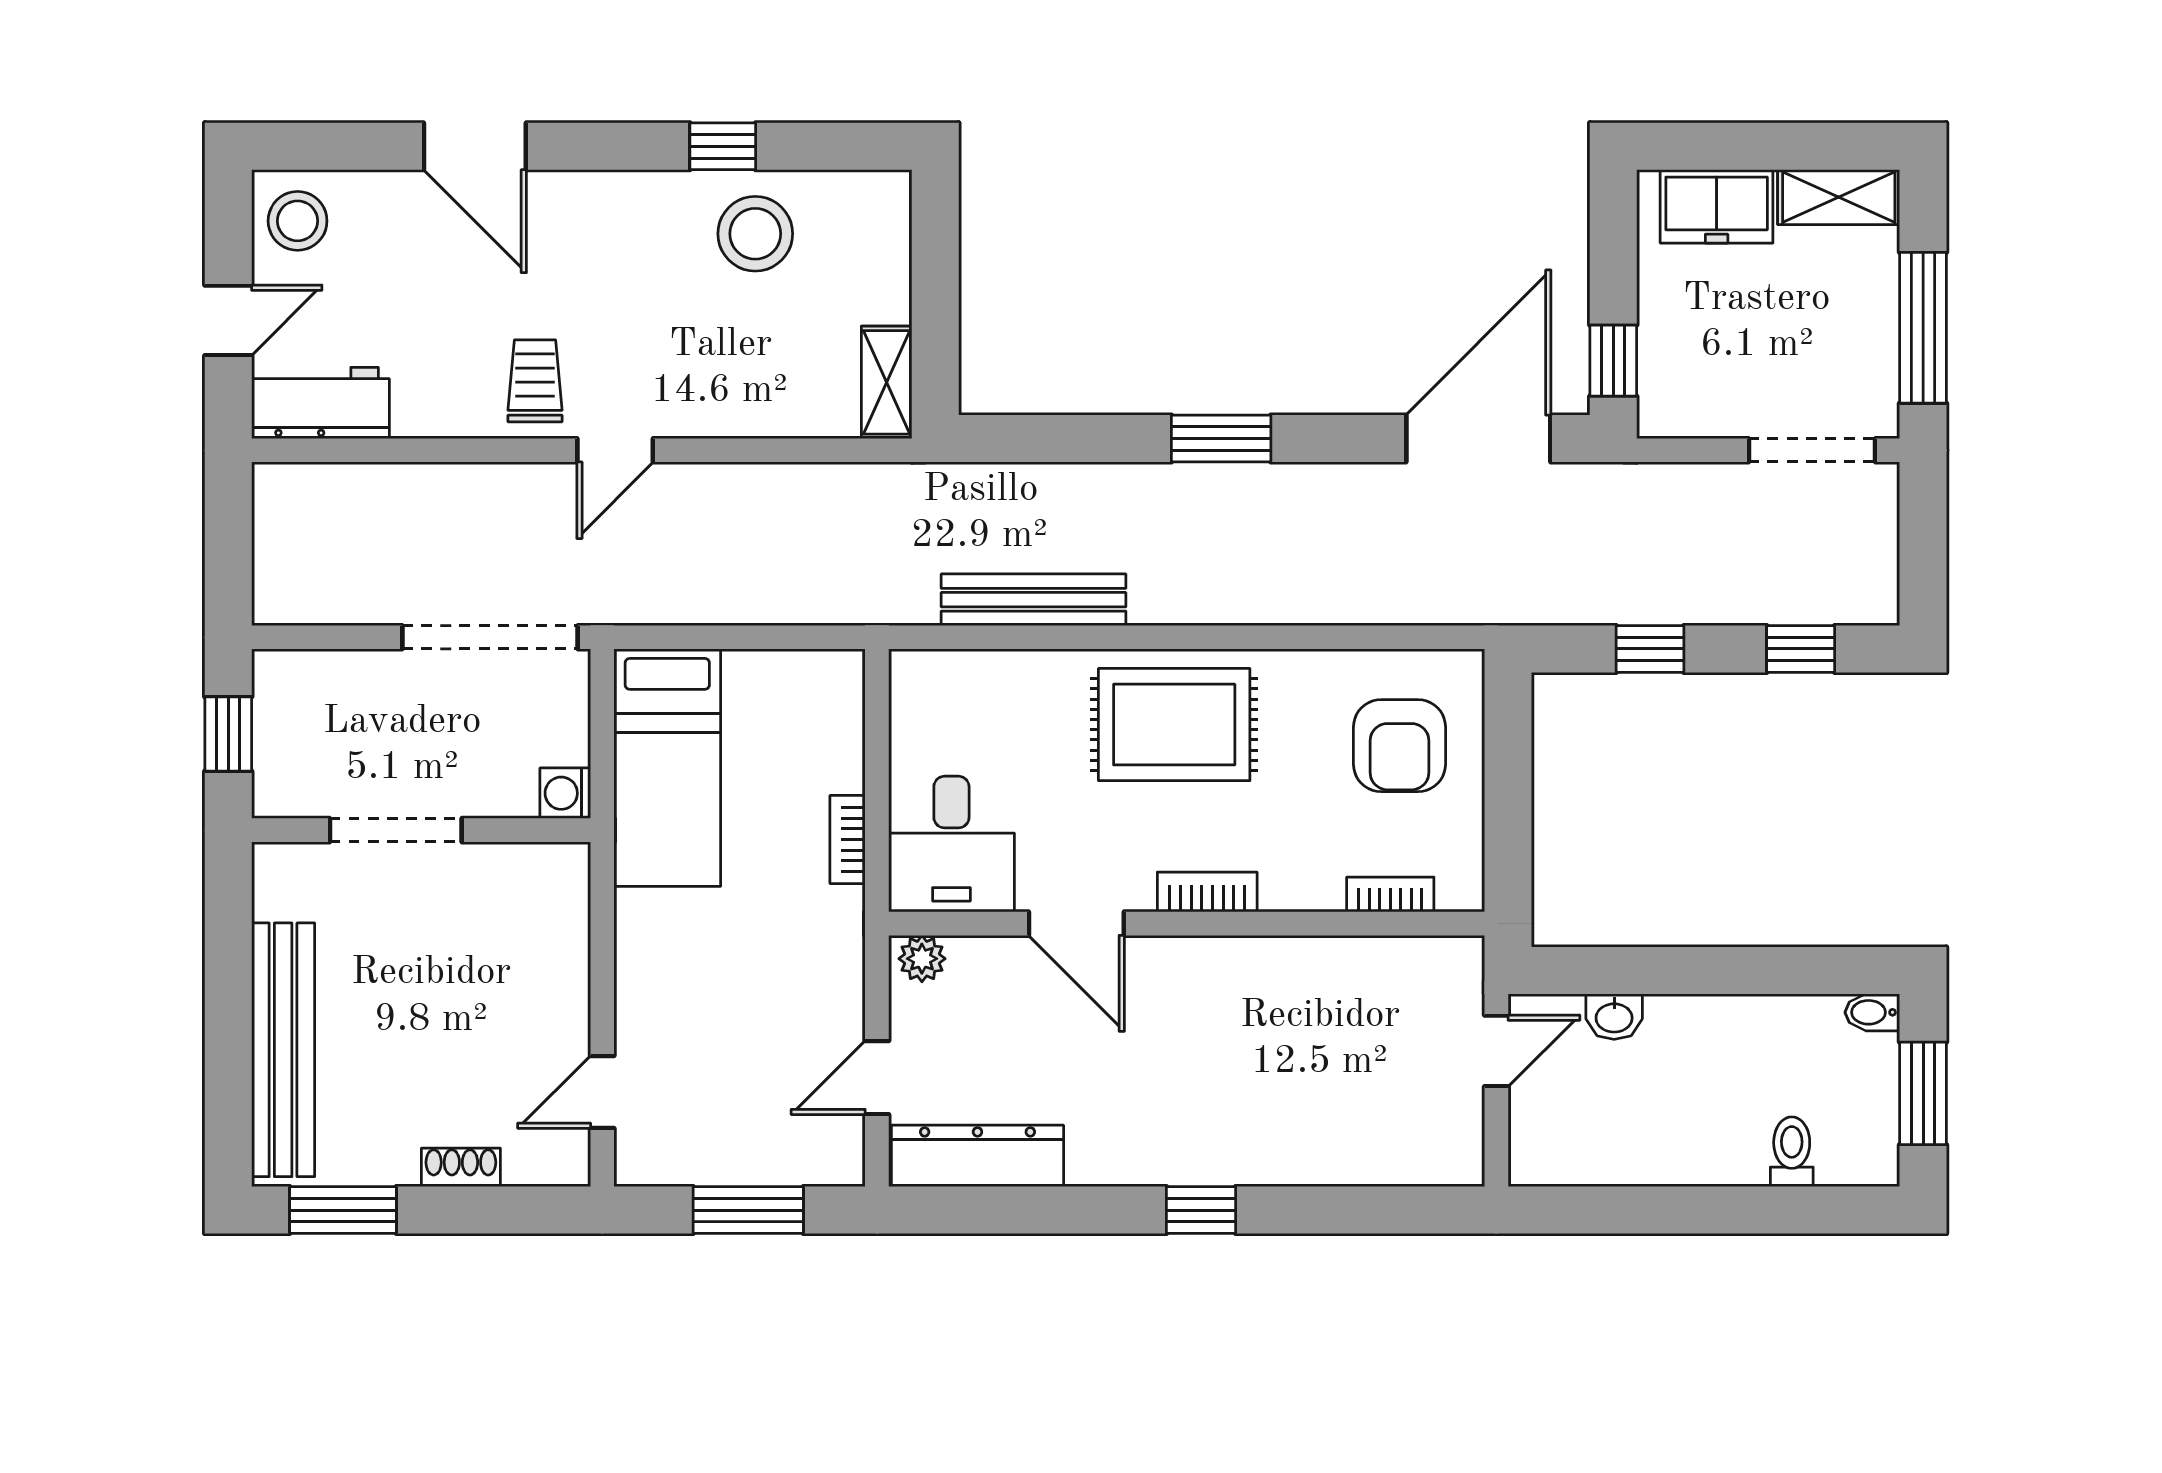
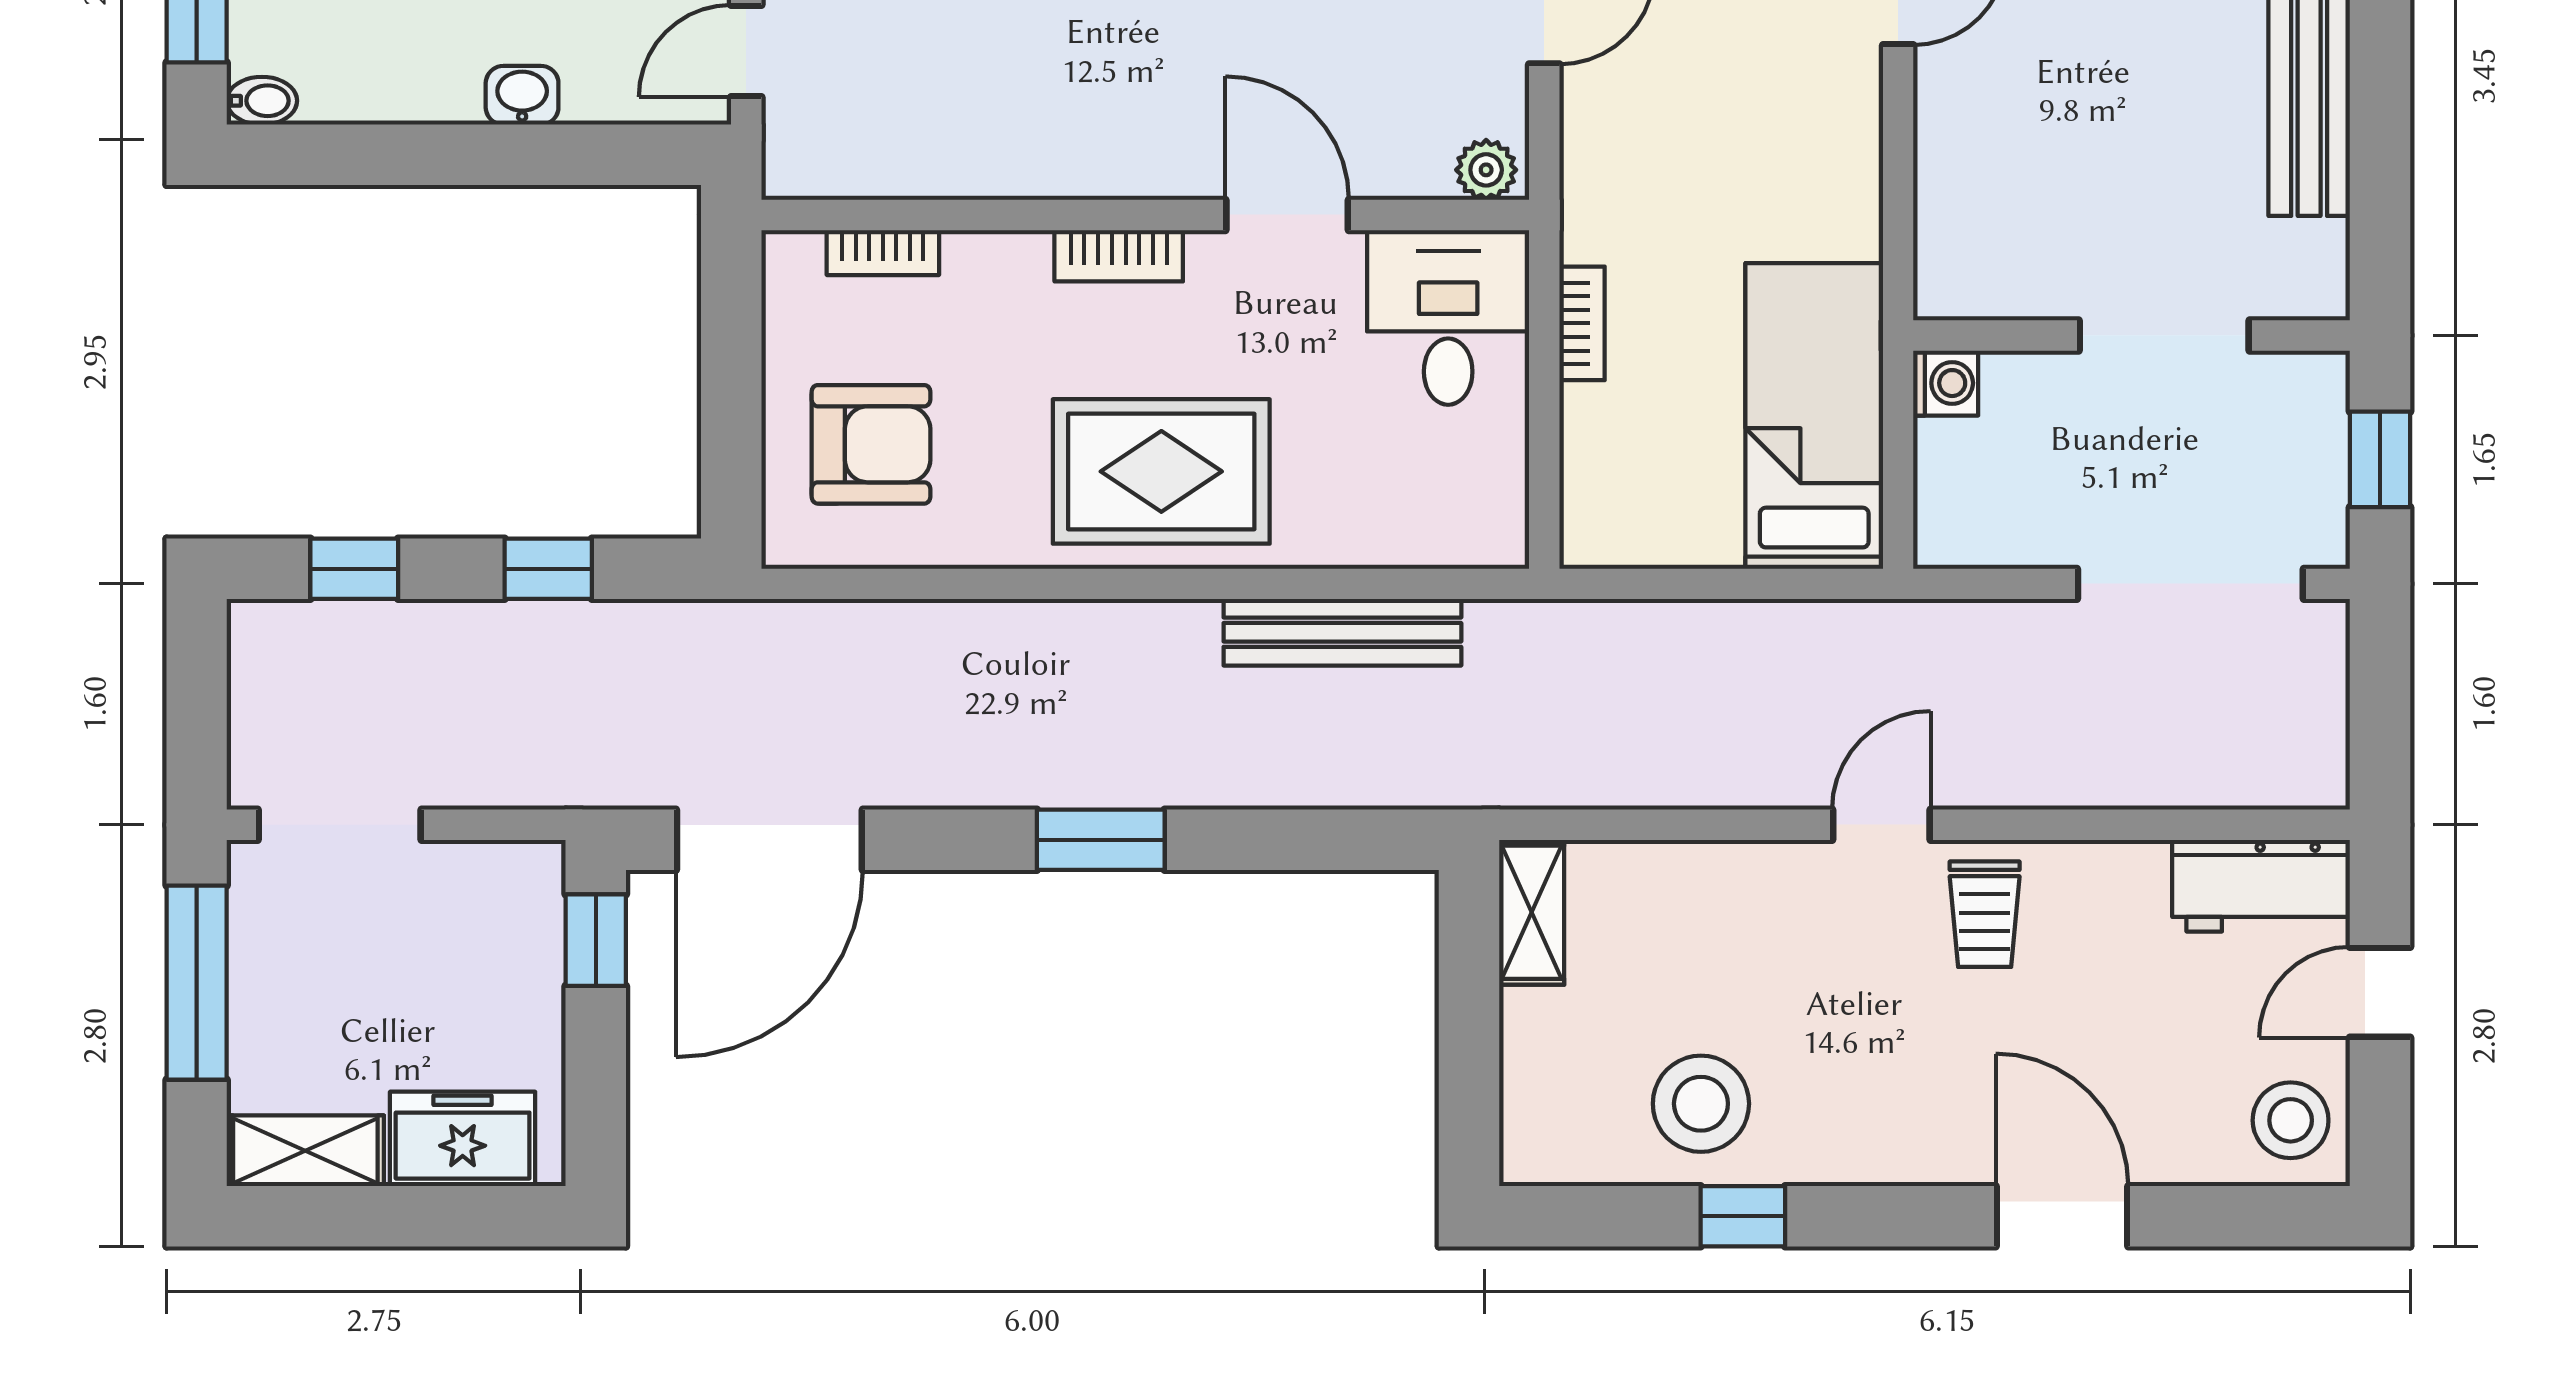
doorway: (490, 637) -> (2190, 584), moved
armchair: (1399, 746) -> (871, 444), turned 90
washbasin: (1614, 1017) -> (522, 95), moved

